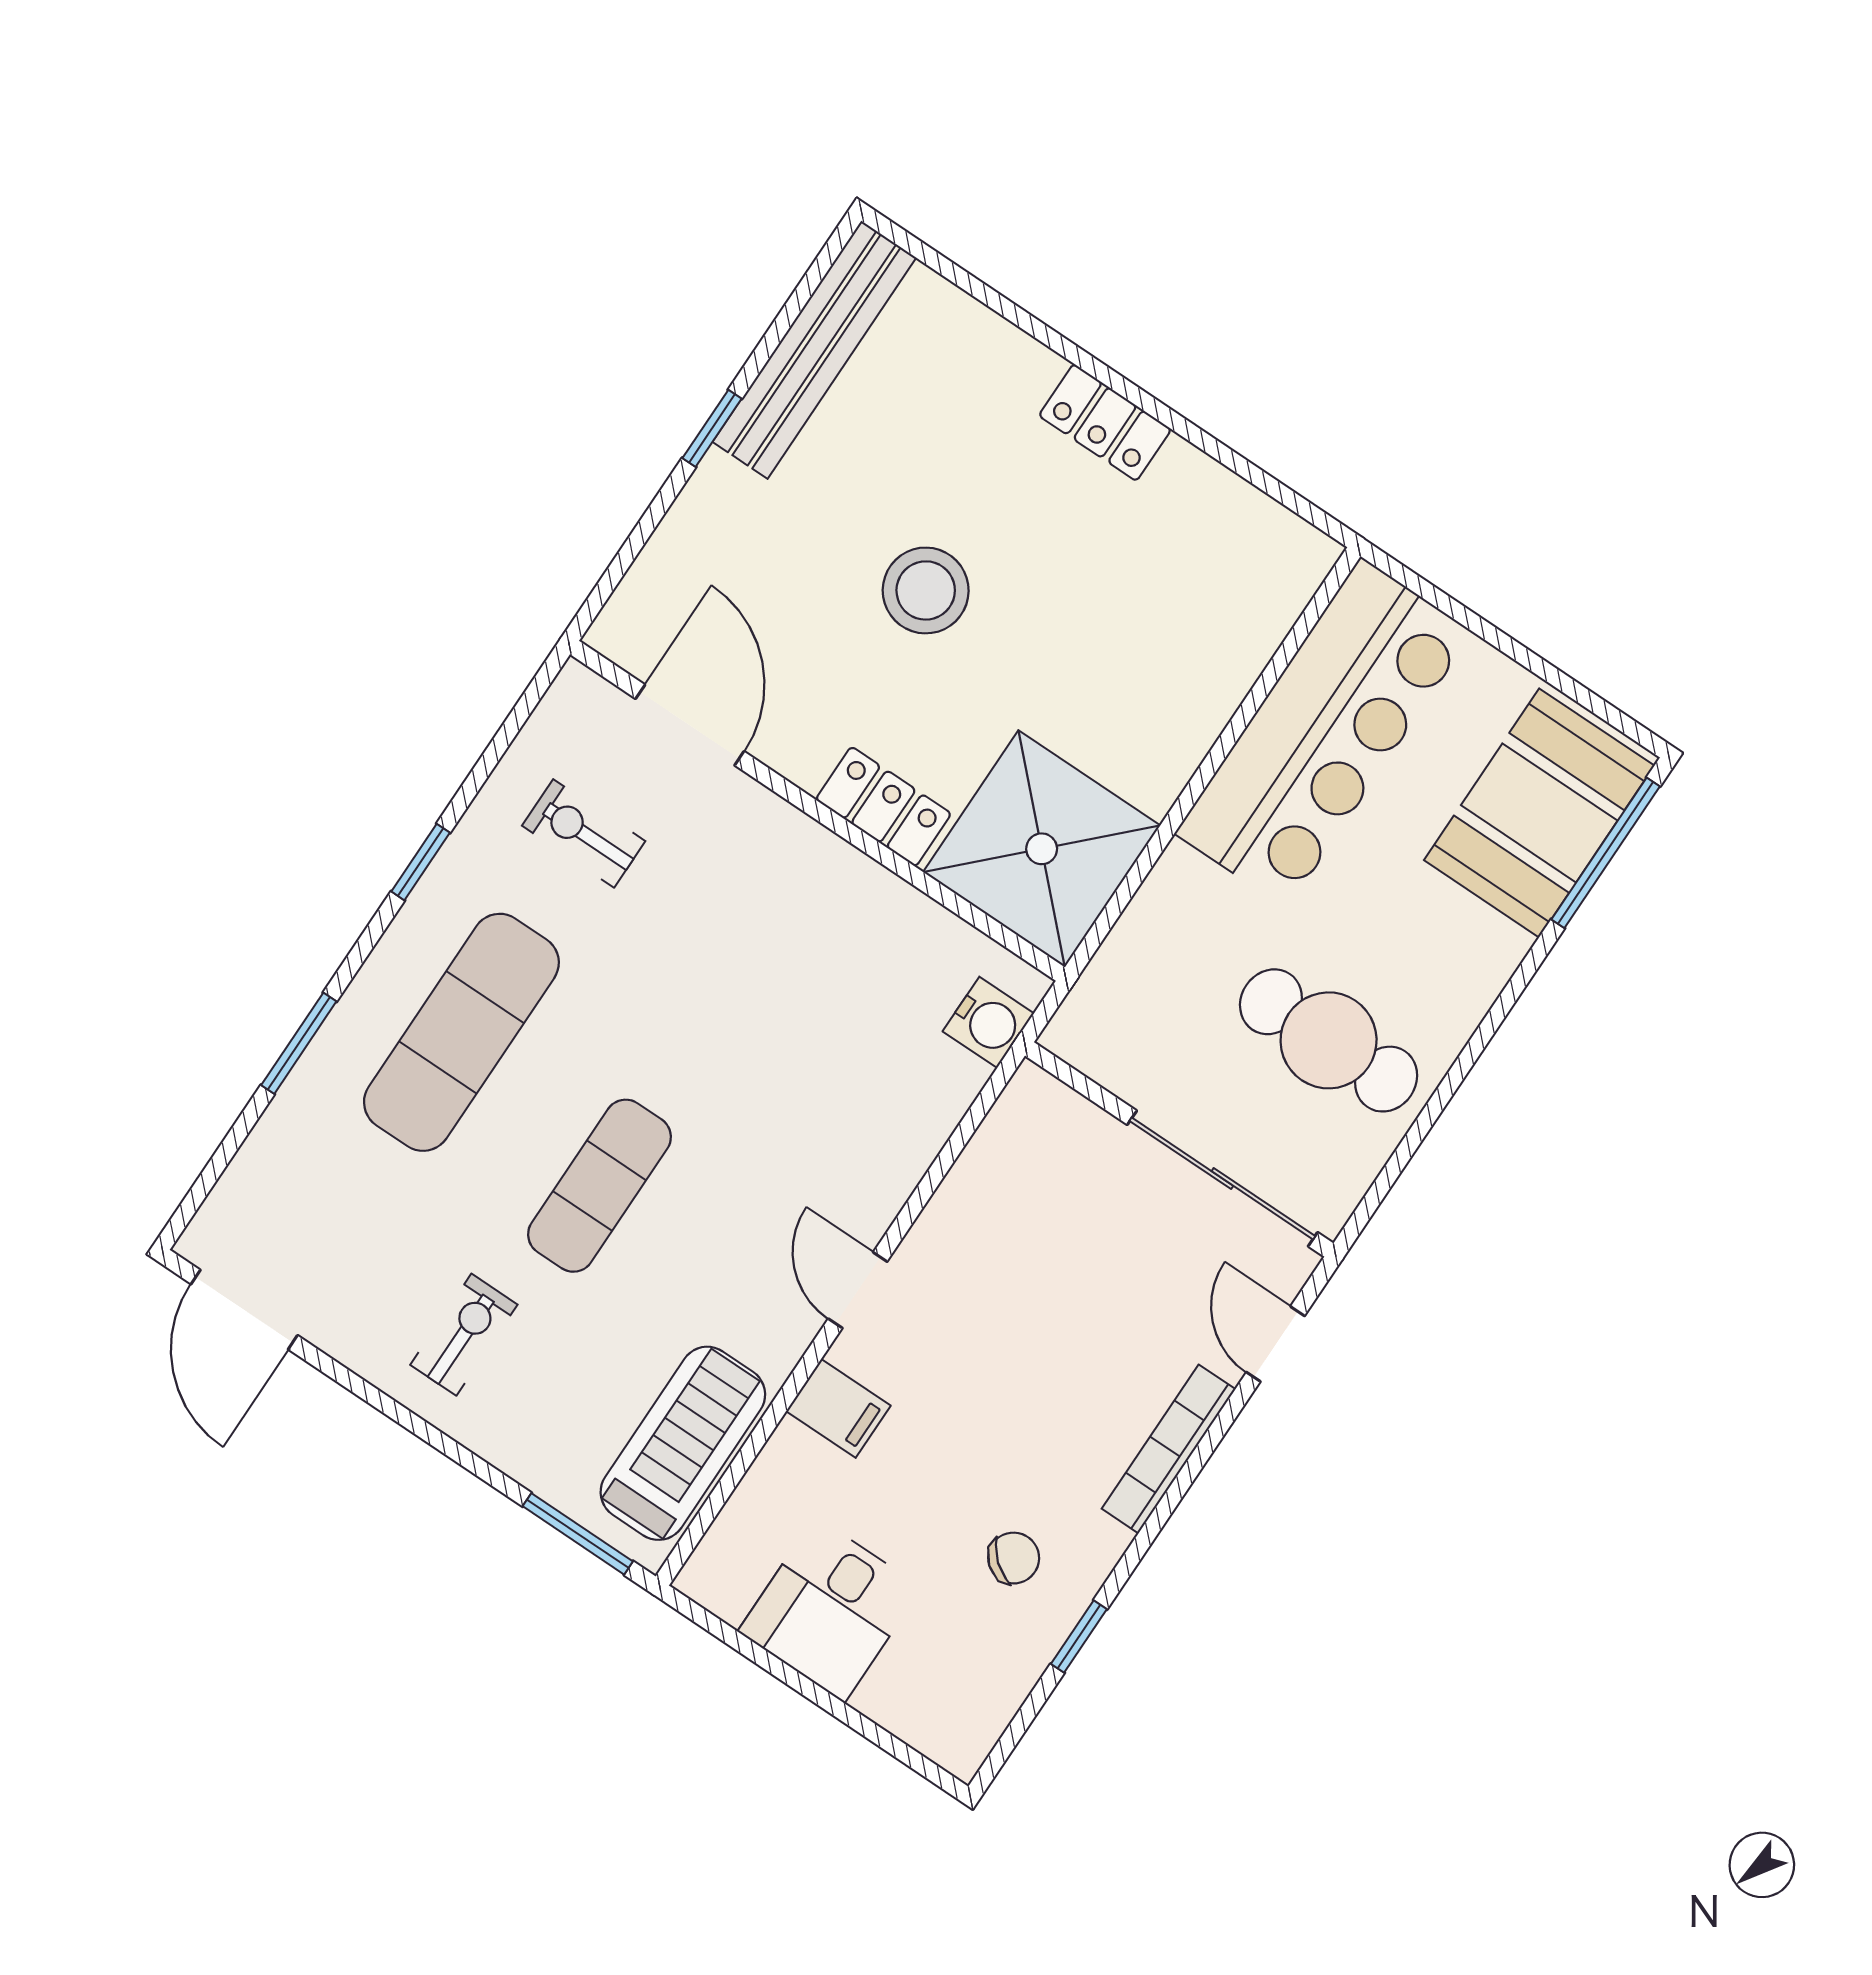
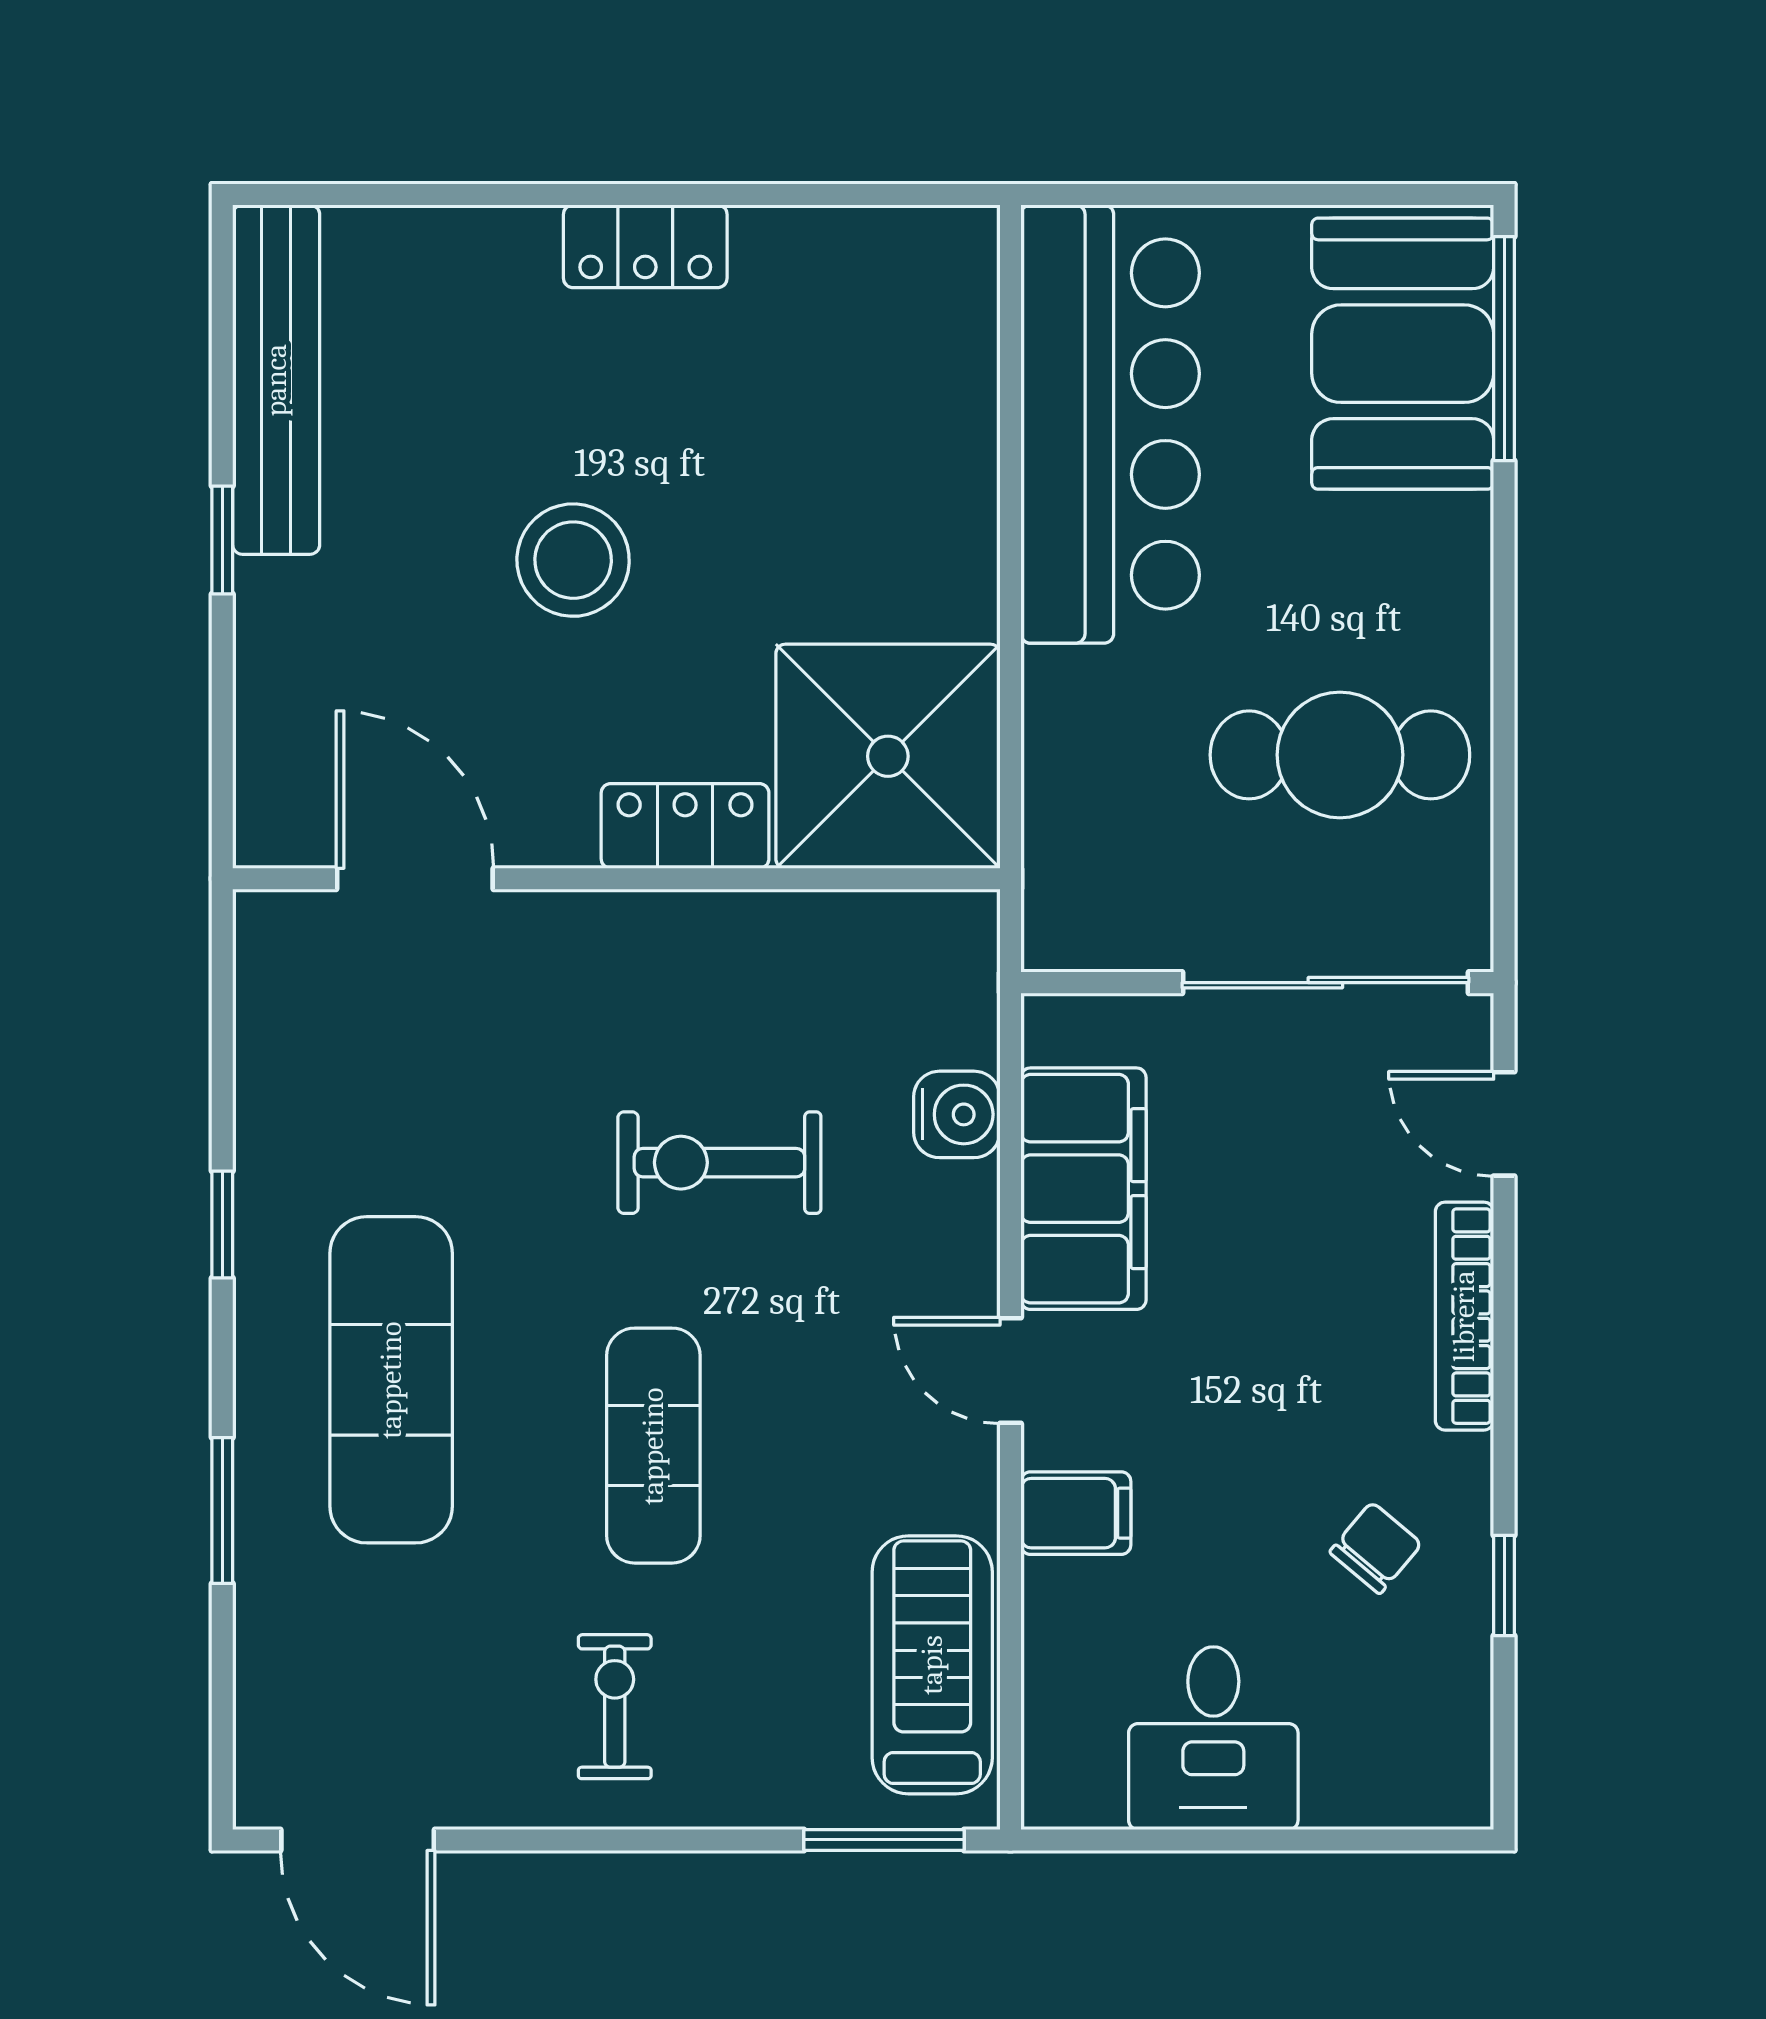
exercise bike: (584, 833) -> (719, 1163), moved, width x1.38, depth x1.39
water cooler: (988, 1022) -> (957, 1114), moved
filing cabinet: (981, 1206) -> (1083, 1189), added

